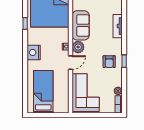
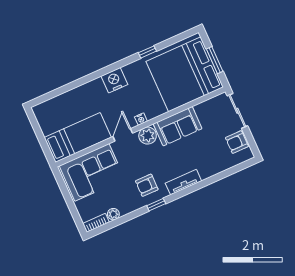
tv unit: (118, 26) -> (183, 182), moved
door: (71, 63) -> (123, 135), swing flipped
bed: (43, 92) -> (78, 137), moved

